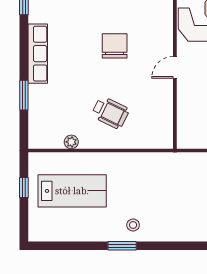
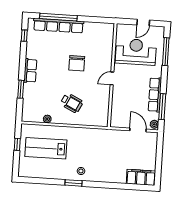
chair: (115, 46) -> (77, 63), turned 180
row of seats: (38, 54) -> (30, 71), width x0.68
lab bench: (72, 191) -> (46, 148), turned 180

